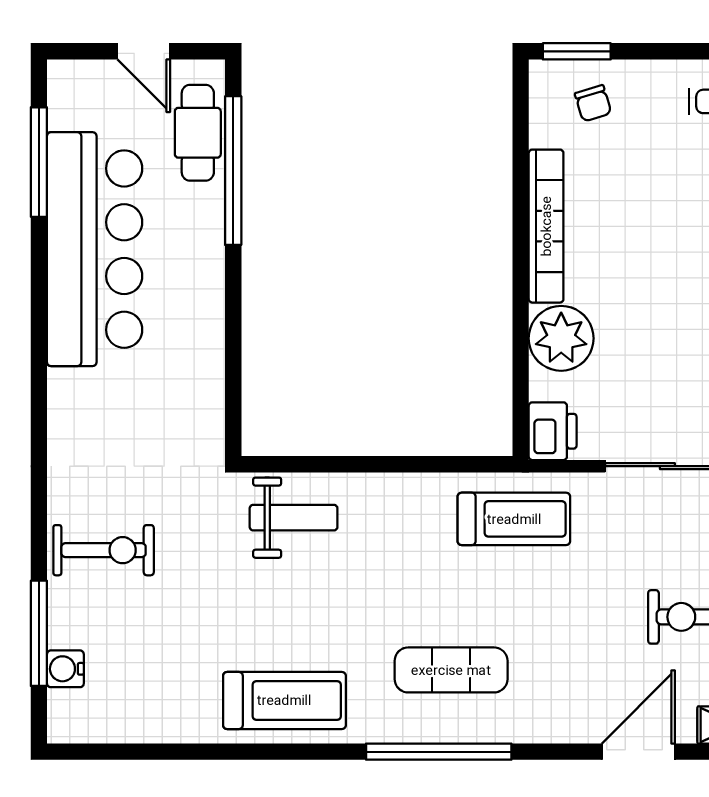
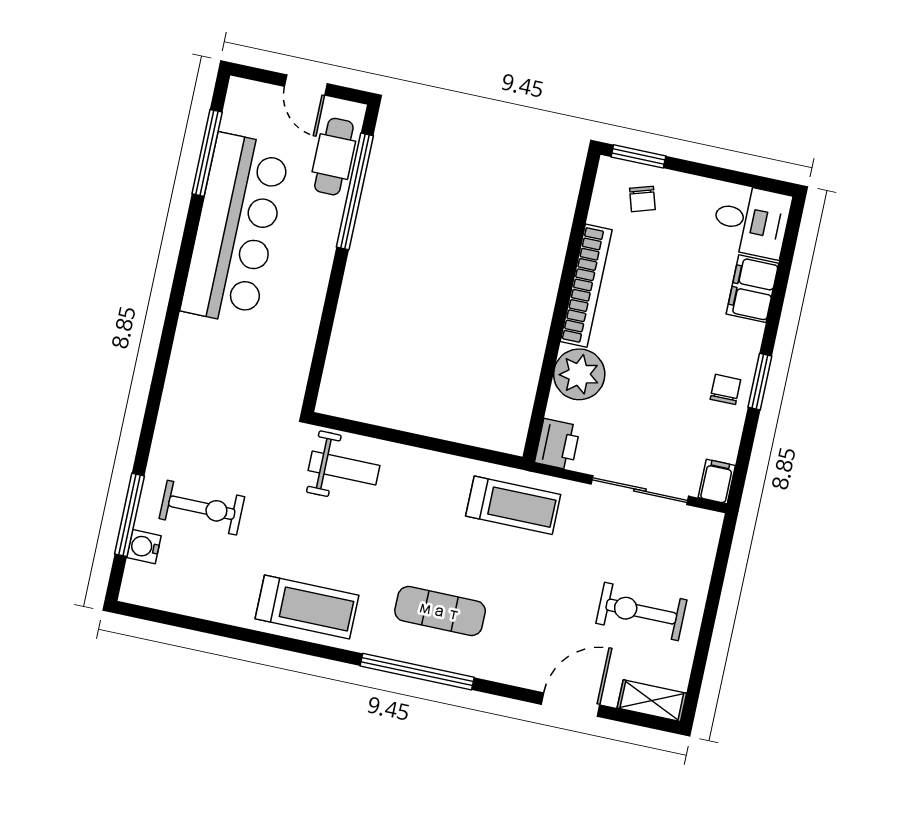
exercise bike: (104, 550) -> (202, 508), moved

